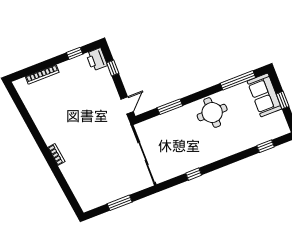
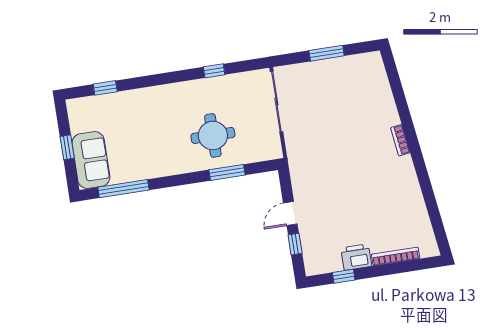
printer: (97, 59) -> (356, 257), moved, turned -90
door: (127, 105) -> (290, 213), moved
round table: (212, 113) -> (213, 135), moved

